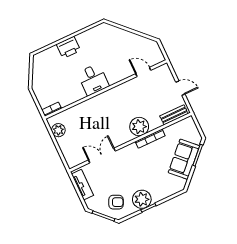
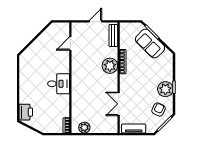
printer: (68, 47) -> (26, 112), moved

